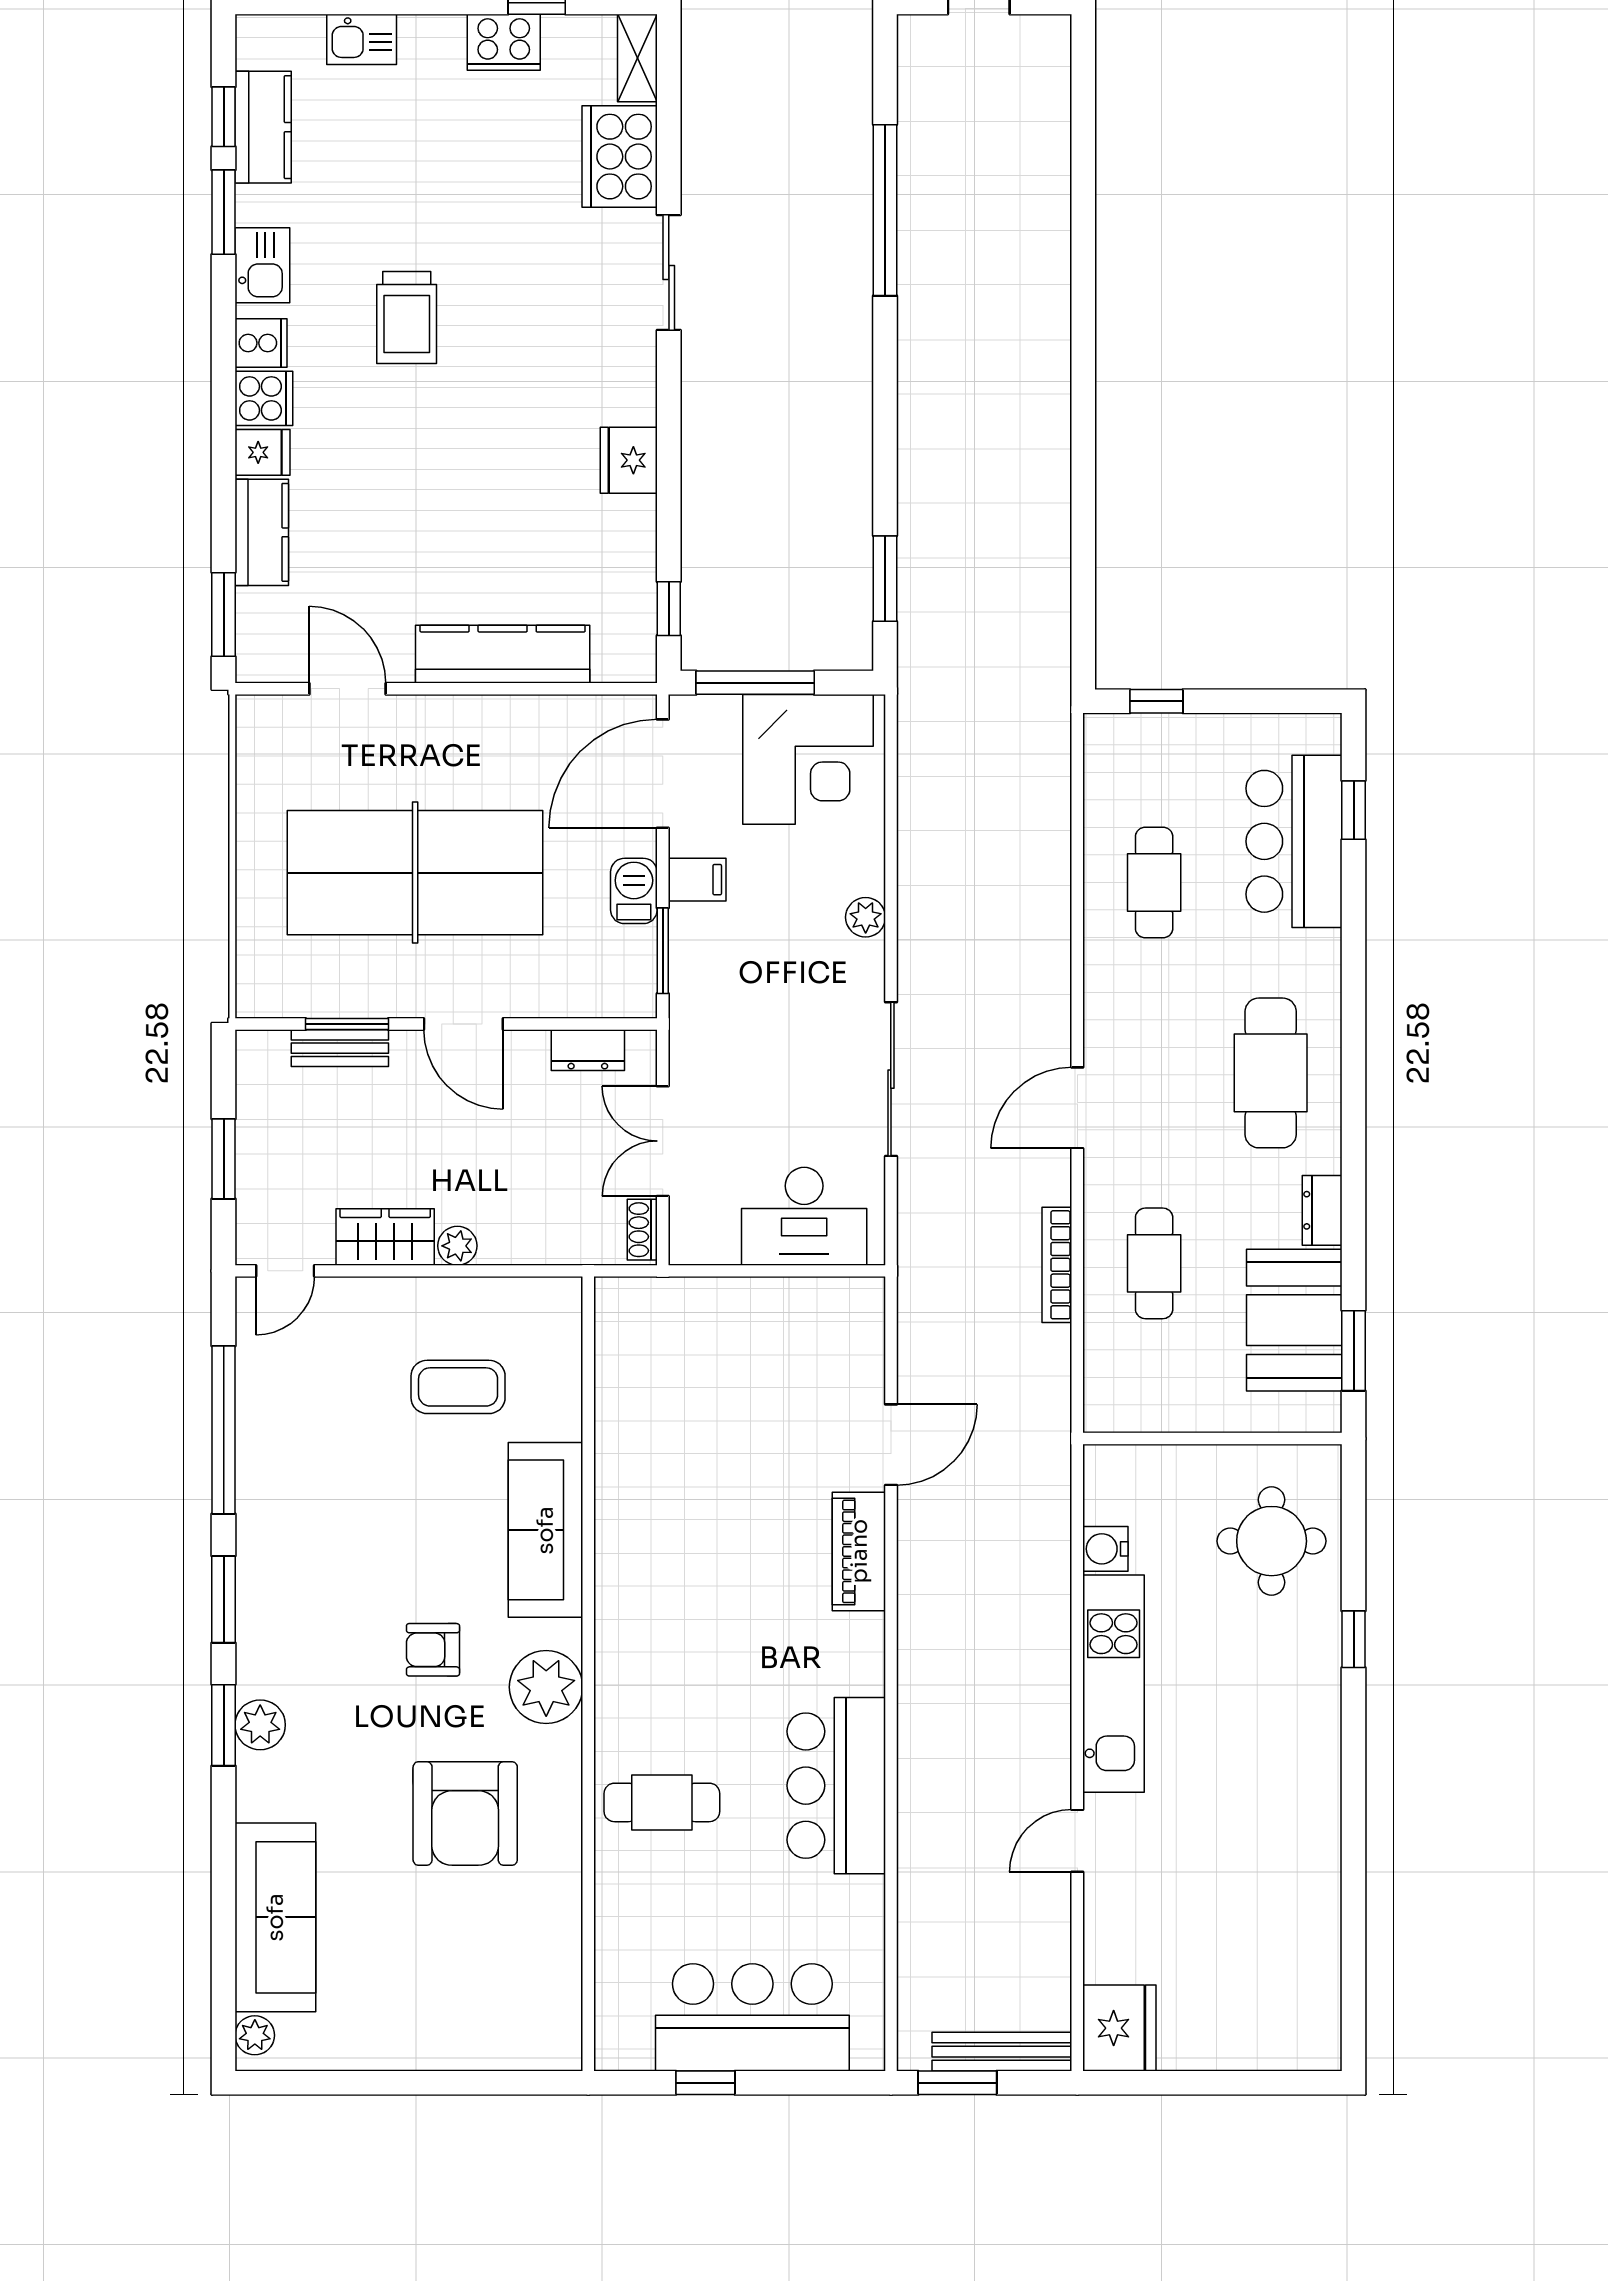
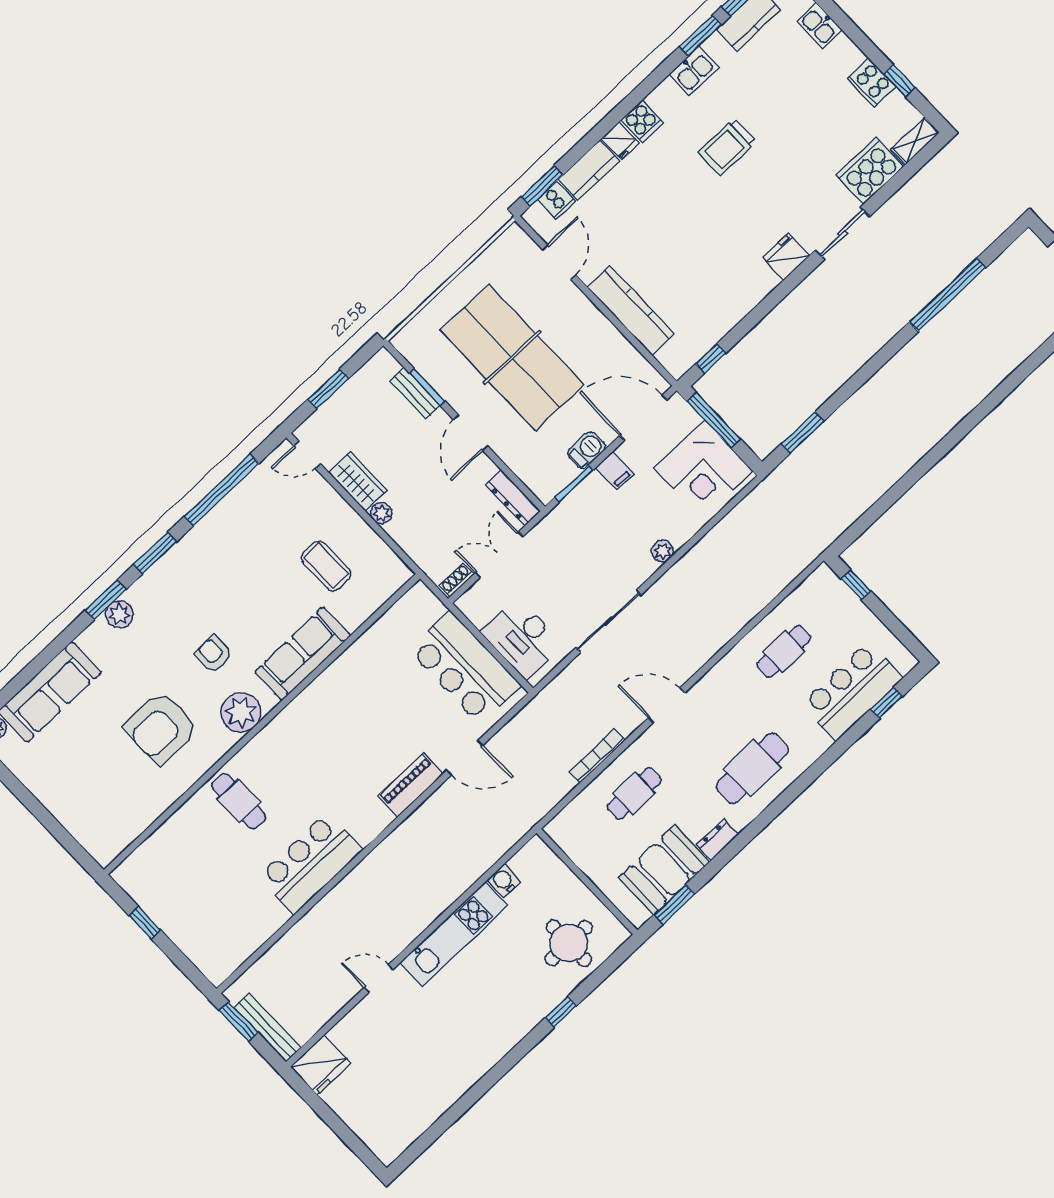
cooker: (261, 343) -> (556, 200), moved
fridge: (629, 460) -> (786, 257), moved
dresser: (588, 1050) -> (513, 498), width x1.44
bar counter: (752, 2017) -> (464, 667), moved, turned 180

